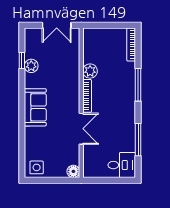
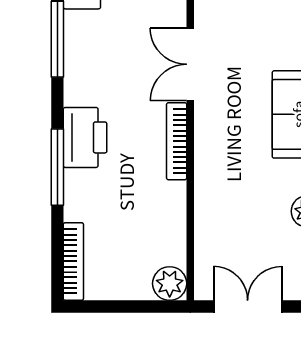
plant: (90, 71) -> (170, 283), moved
printer: (126, 97) -> (85, 137), added

